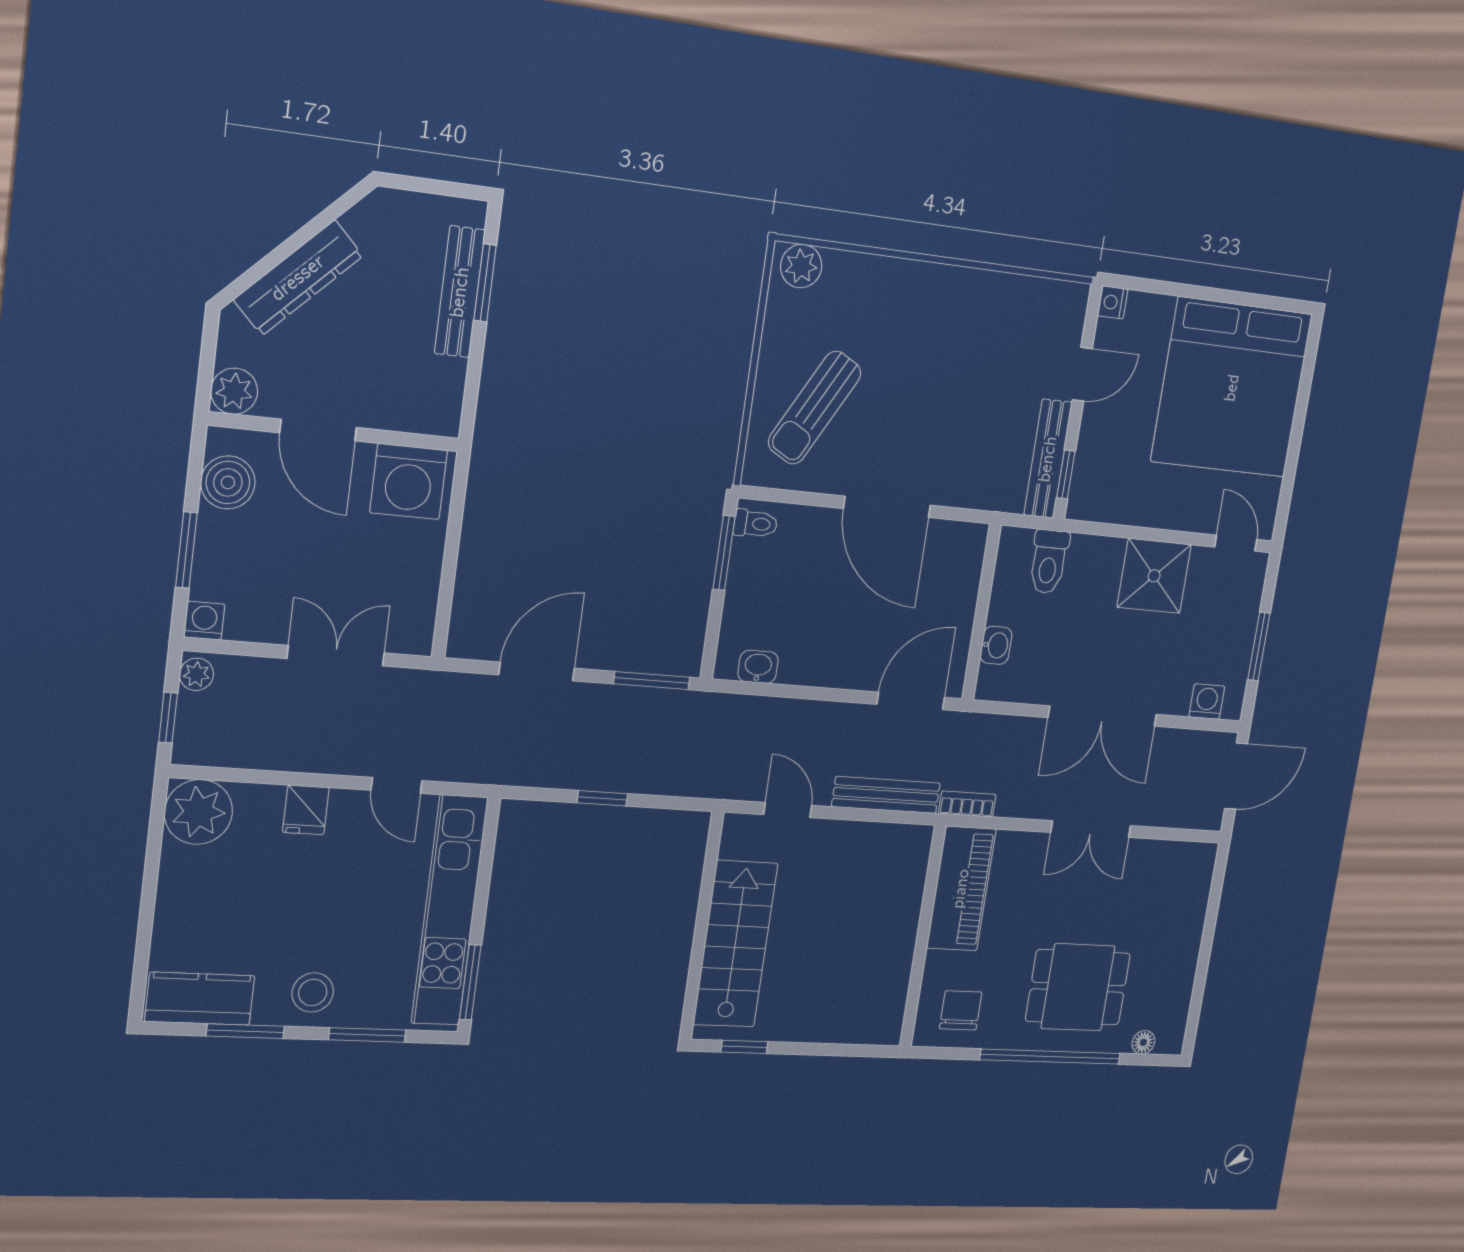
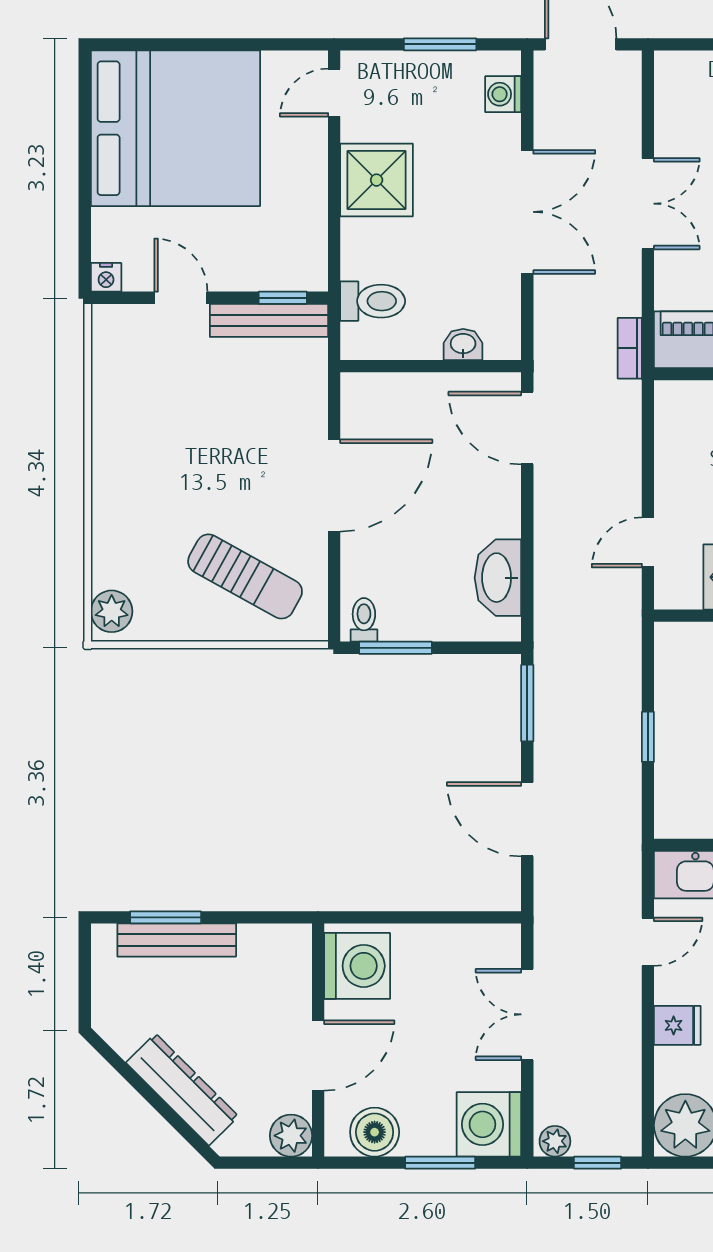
washing machine: (204, 621) -> (489, 1124), width x1.89, depth x1.89
washbasin: (758, 667) -> (498, 578), width x1.91, depth x1.45
bench: (886, 795) -> (626, 439), removed

